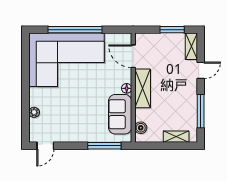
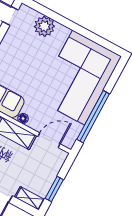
window: (75, 30) -> (93, 117), moved
plant: (34, 112) -> (44, 26), width x1.88, depth x1.88

